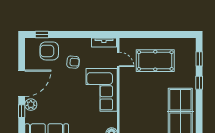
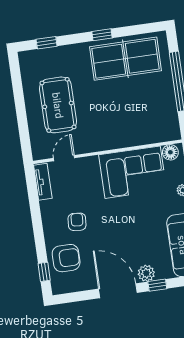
armchair: (49, 51) -> (66, 258), turned -90
window: (199, 83) -> (102, 35), moved
corner sofa: (102, 90) -> (133, 172), moved

